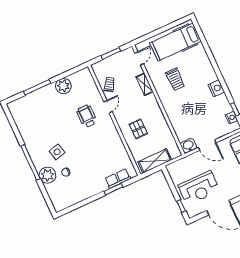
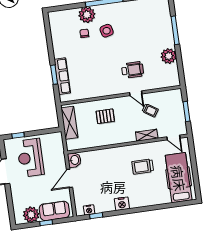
trolley: (109, 84) -> (150, 110), moved
row of seats: (118, 179) -> (62, 76), width x1.48

